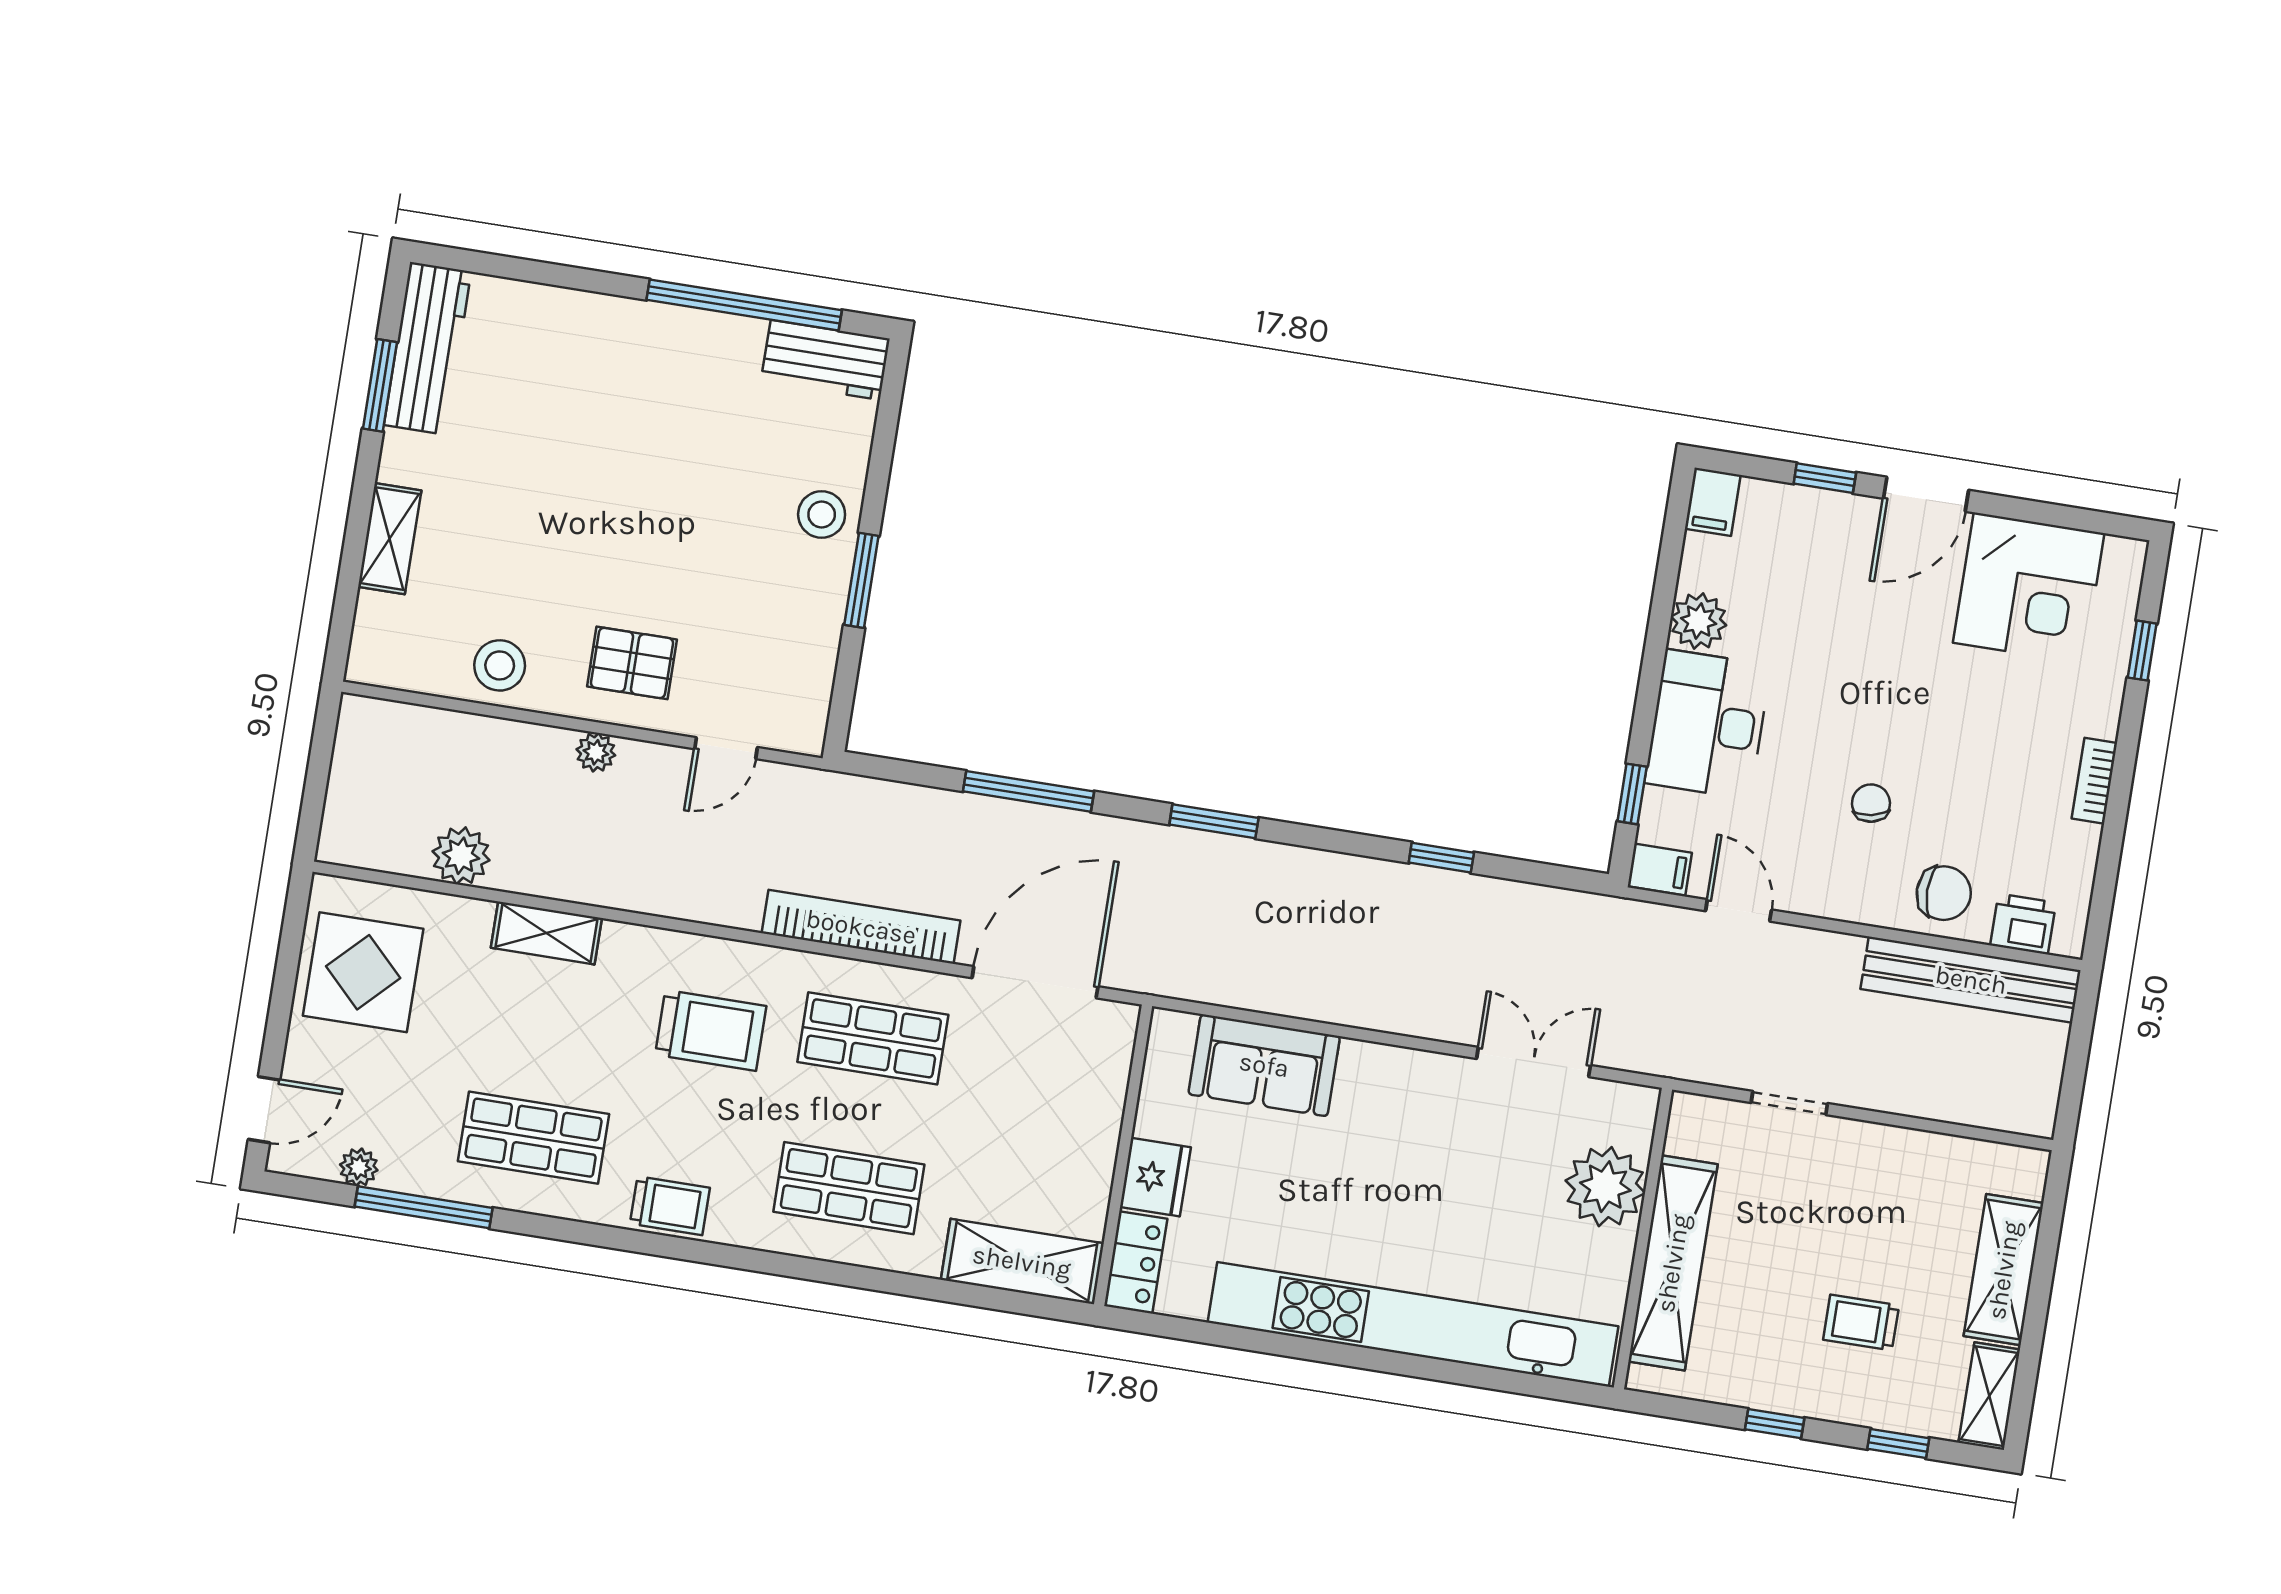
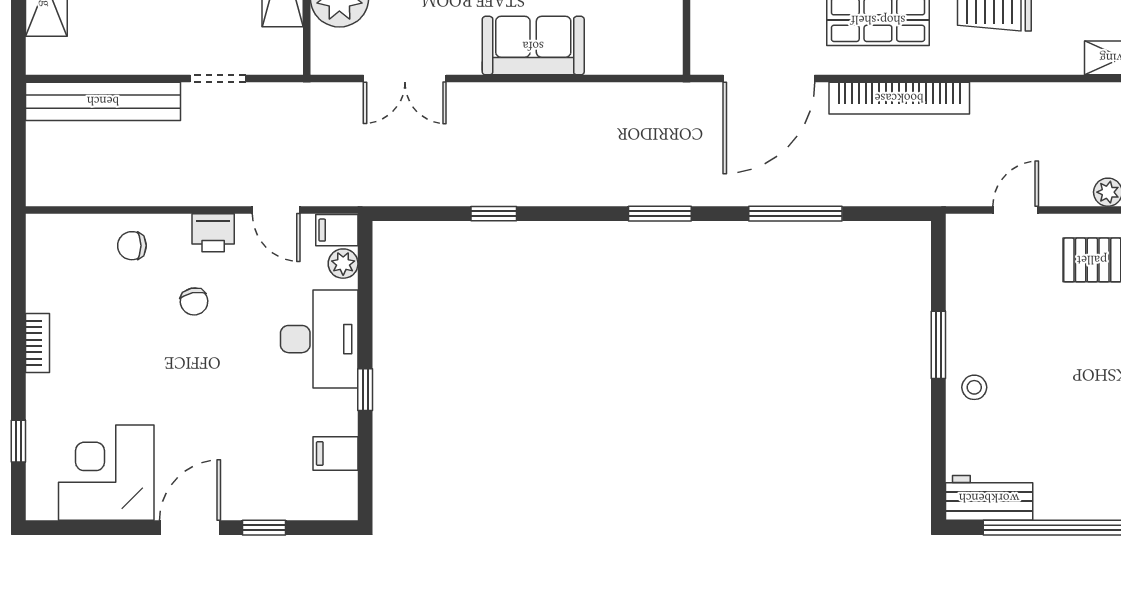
filing cabinet: (1713, 502) -> (336, 453), moved, turned -90
stool: (822, 514) -> (974, 387), width x0.73, depth x0.73
plant: (1699, 621) -> (343, 264), moved, width x0.73, depth x0.73
window: (1632, 794) -> (365, 390), moved
chair: (1944, 893) -> (132, 246), width x0.73, depth x0.73
printer: (2023, 924) -> (213, 233), moved
bench: (1971, 980) -> (103, 101), moved
sofa: (1264, 1065) -> (533, 46), moved

